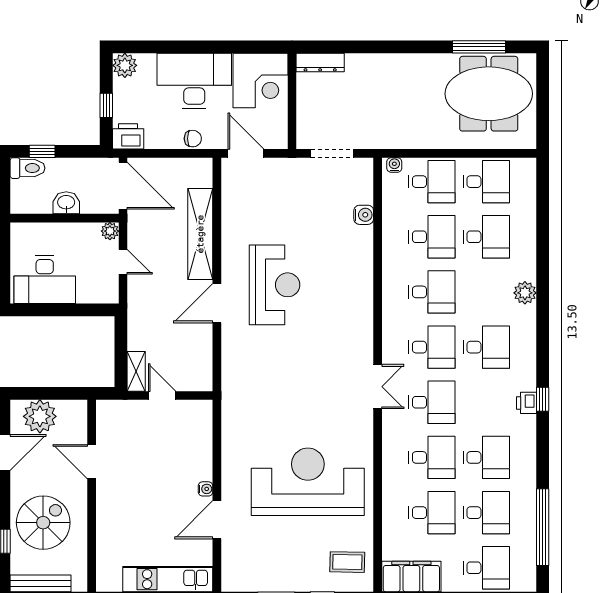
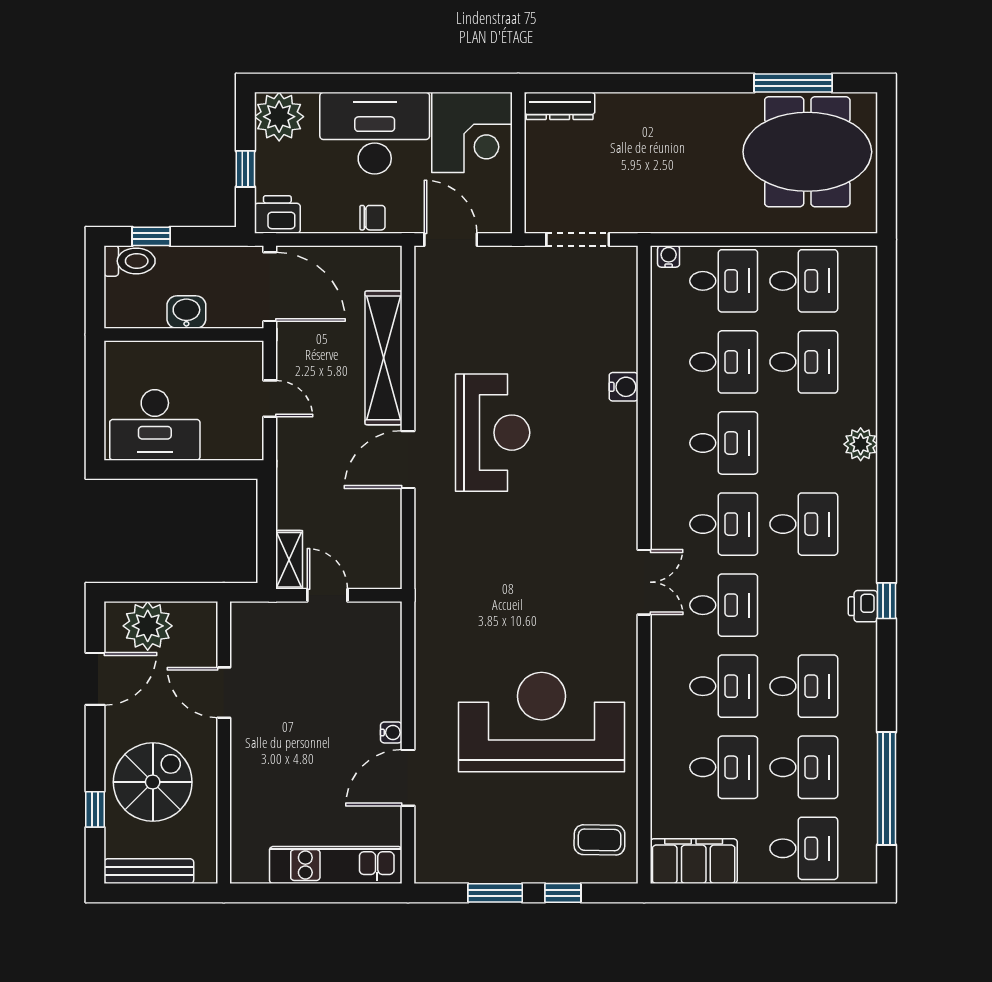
plant: (125, 65) -> (279, 117), width x1.36, depth x1.36
water cooler: (364, 215) -> (624, 387), moved
plant: (110, 231) -> (251, 354), removed

